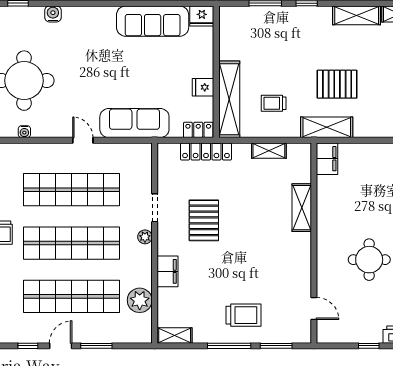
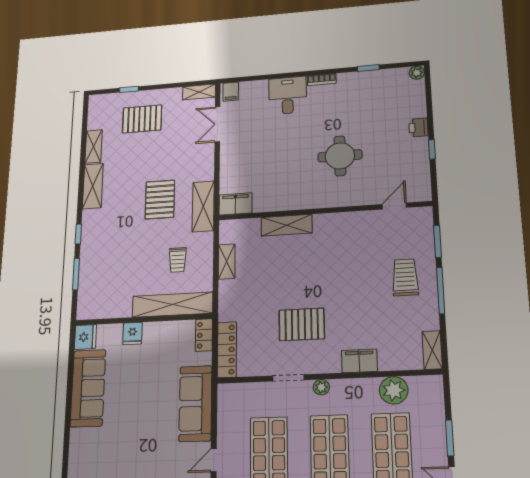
fridge: (203, 87) -> (132, 333), moved
locker: (206, 152) -> (227, 350), moved

